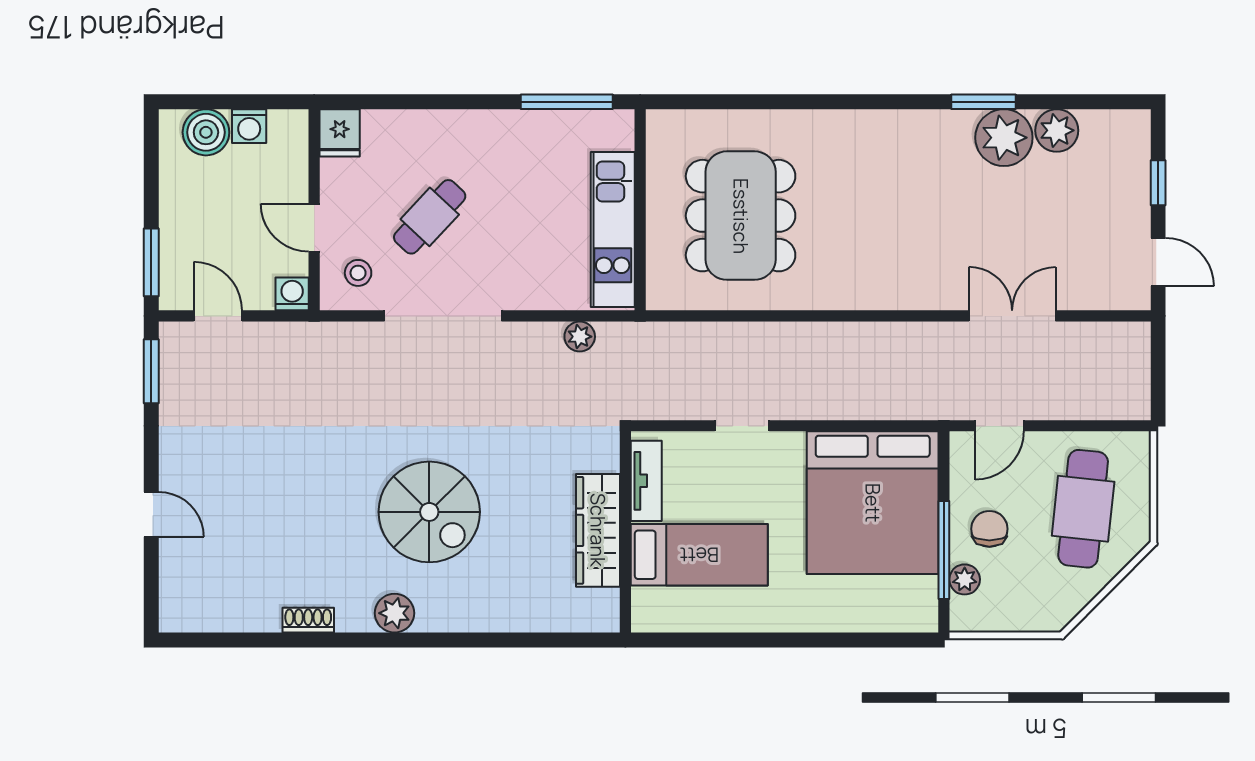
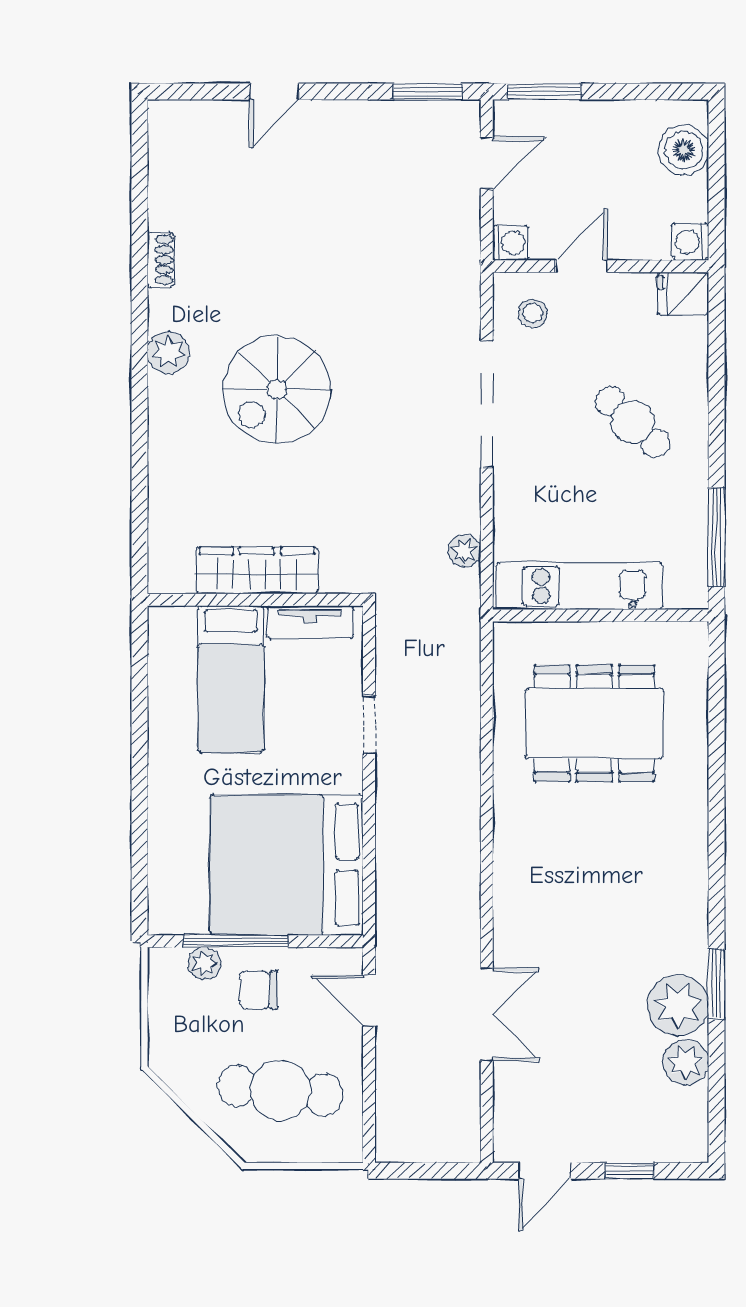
washing machine: (249, 126) -> (690, 241), moved
cafe table: (430, 217) -> (633, 422), moved
chair: (989, 529) -> (259, 990), turned 180

